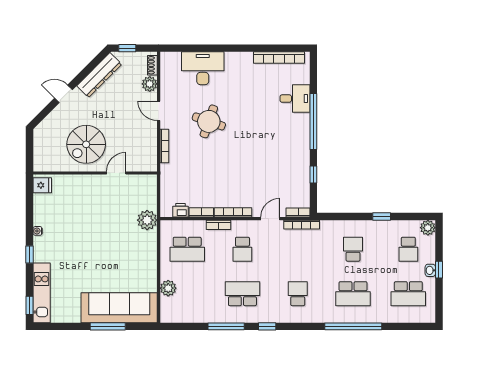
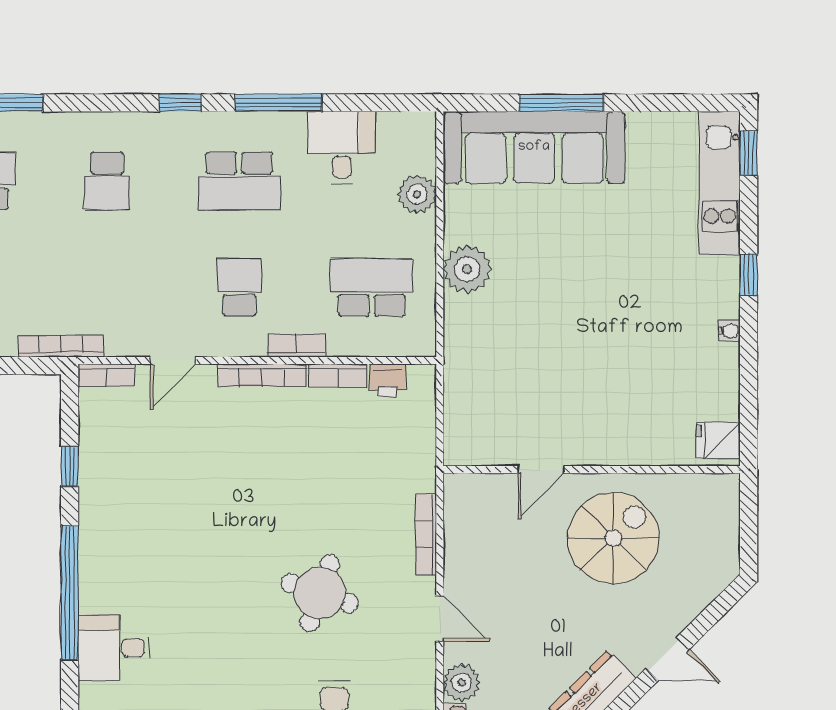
plant: (147, 220) -> (467, 269), moved
bookcase: (302, 225) -> (61, 346), moved
desk: (200, 308) -> (342, 147), added

